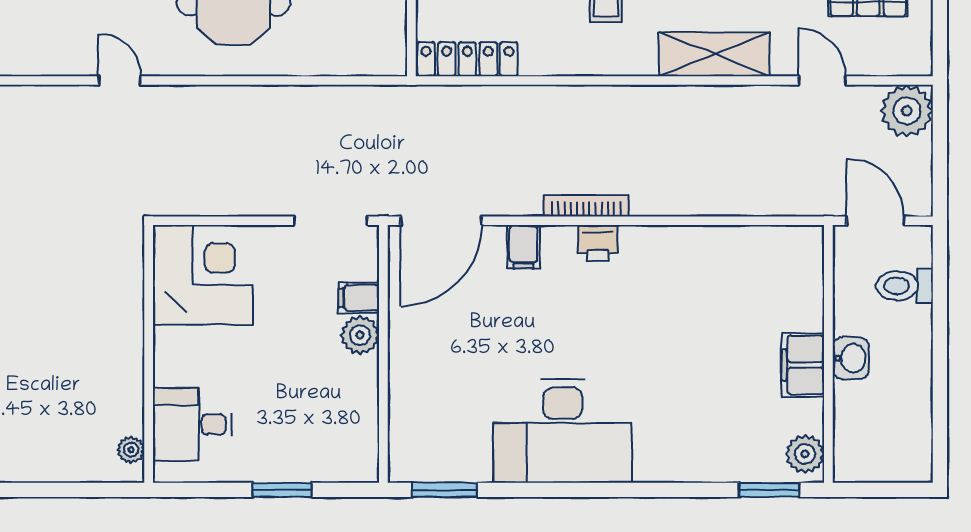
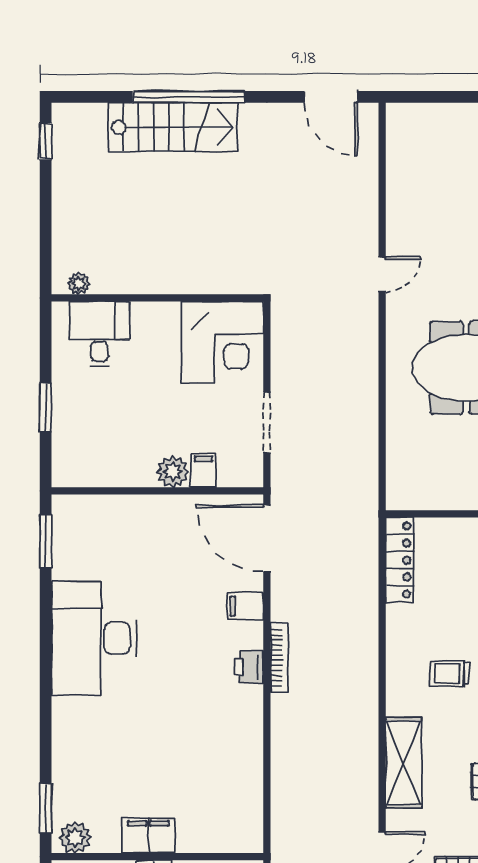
doorway: (331, 221) -> (267, 422), moved

